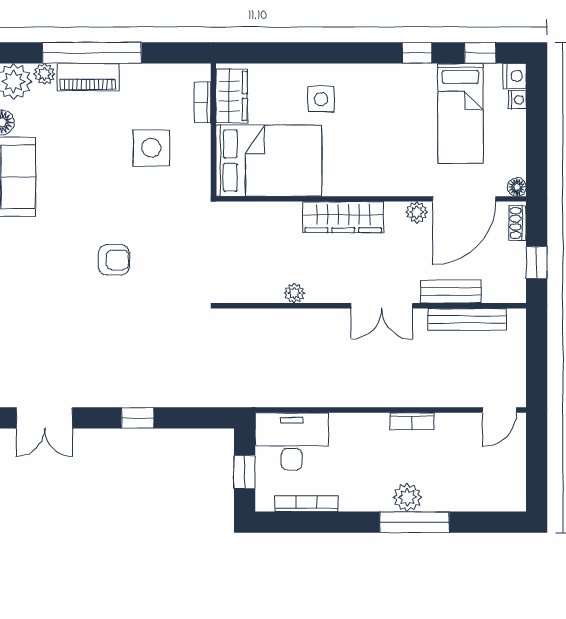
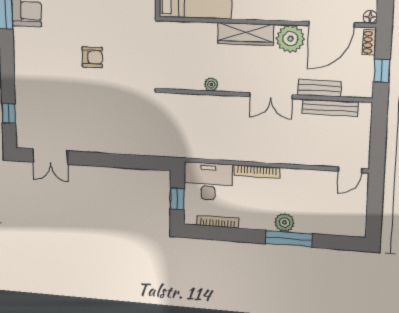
plant: (417, 212) -> (290, 39), width x1.88, depth x1.88
window: (137, 418) -> (108, 160), removed
bookcase: (412, 421) -> (257, 172), moved, width x1.56

